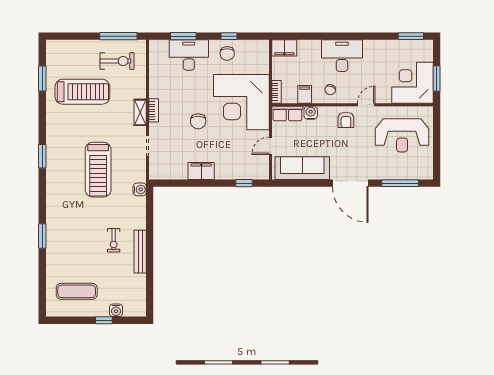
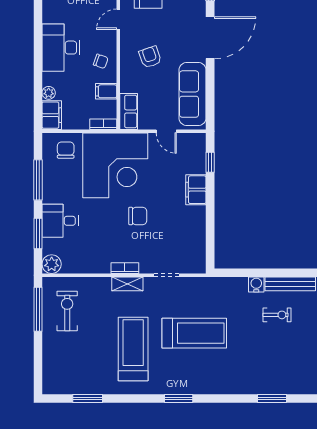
window: (229, 36) -> (38, 180), width x2.17
plant: (303, 45) -> (49, 93), added
plant: (157, 48) -> (52, 264), added
chair: (227, 53) -> (66, 150), moved, turned -91
desk: (189, 55) -> (60, 221), width x0.73
treadmill: (82, 92) -> (133, 349), moved
door: (366, 105) -> (118, 19), hinge flipped
water cooler: (311, 113) -> (128, 84), removed
armchair: (346, 120) -> (150, 57), moved, turned -109
filing cabinet: (201, 171) -> (196, 190), moved
water cooler: (140, 189) -> (256, 284), moved

